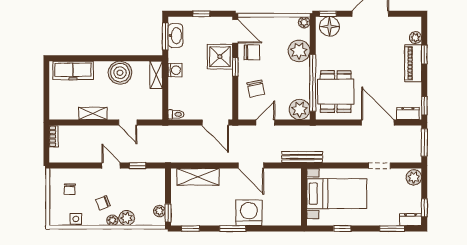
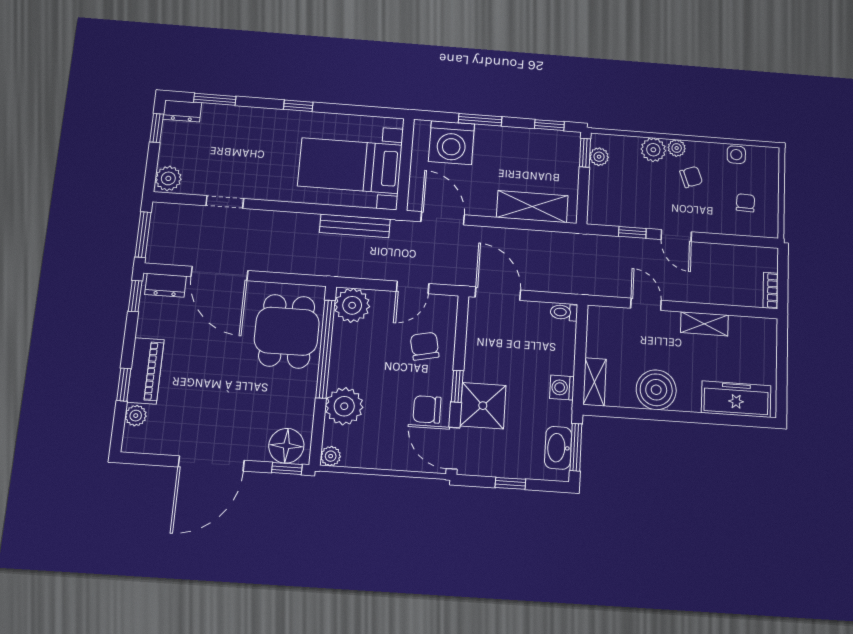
bed with nightstands: (337, 194) -> (350, 166), moved
wall: (304, 197) -> (405, 164), moved

